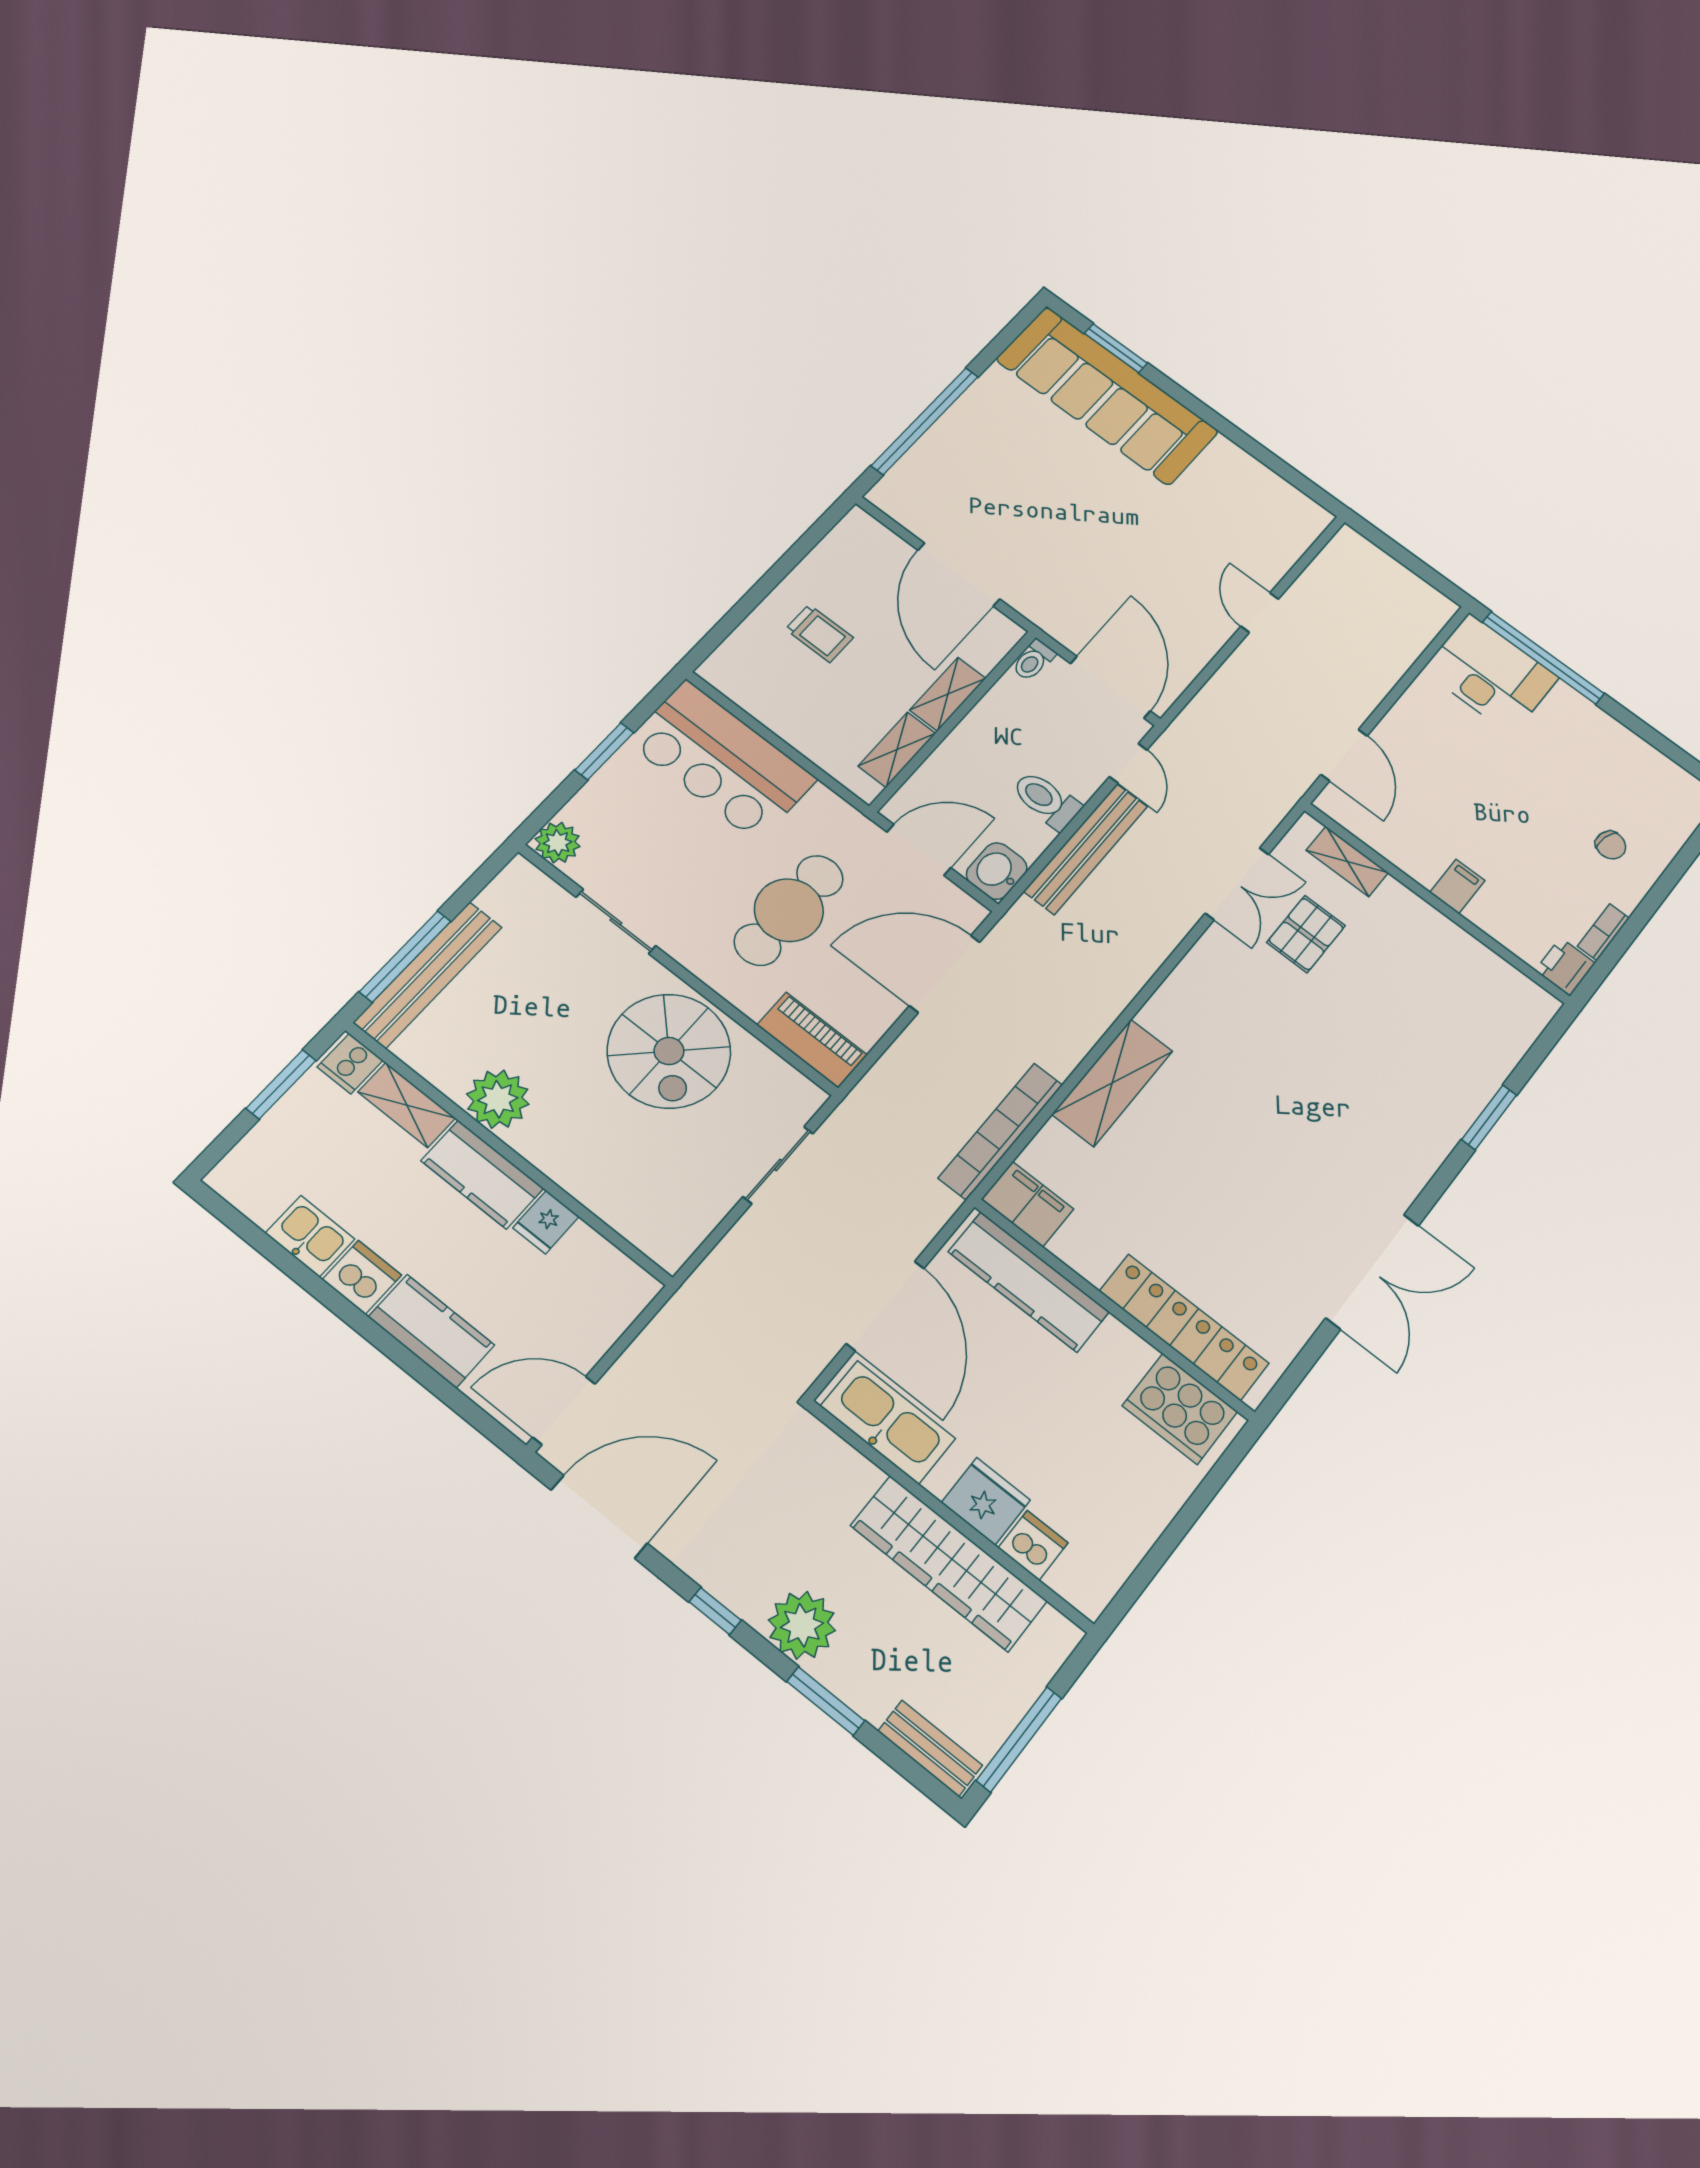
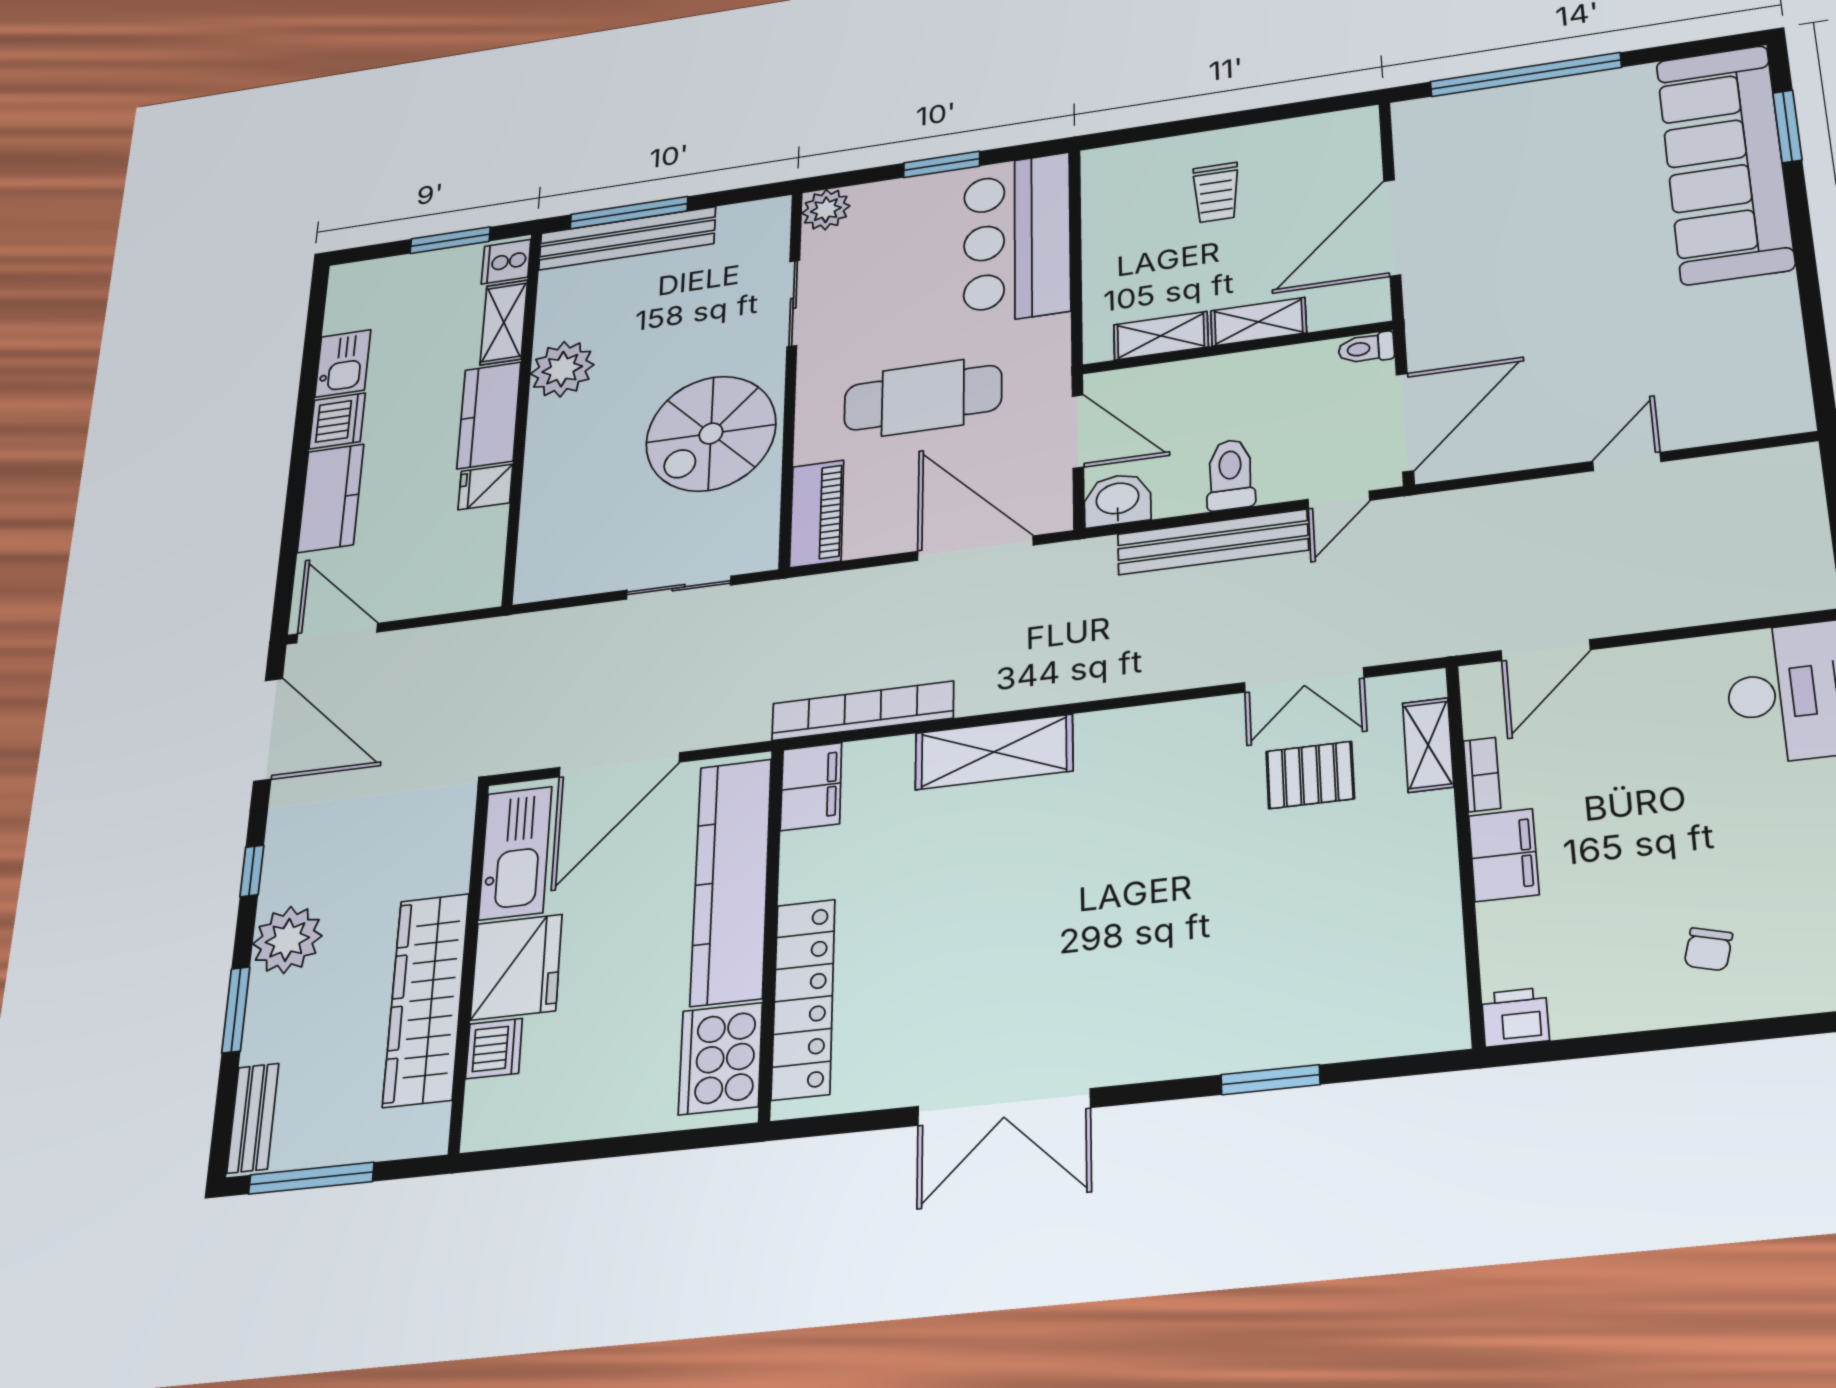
filing cabinet: (1457, 886) -> (1504, 855), width x2.00
bookcase: (1603, 932) -> (1482, 775), moved, turned 90
kitchen counter: (1029, 1282) -> (731, 881), width x1.39, depth x1.17
fridge: (986, 1501) -> (516, 967), width x1.36, depth x1.34

